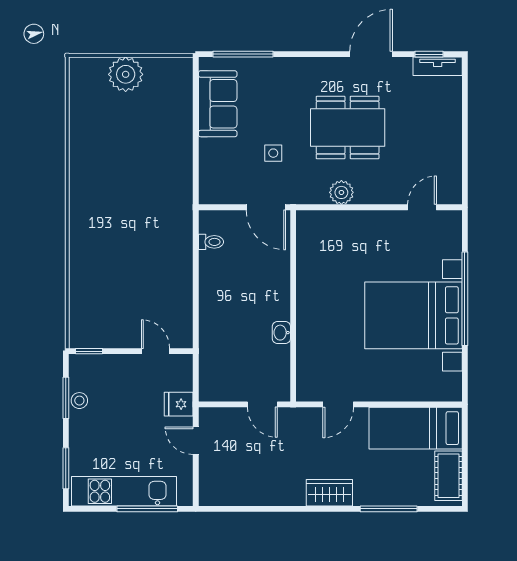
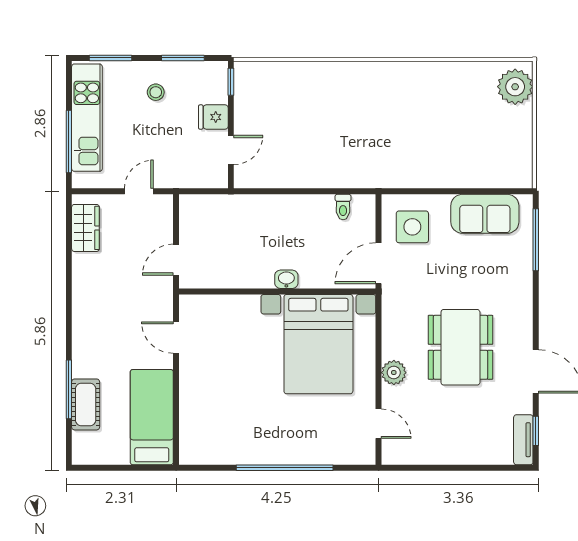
plant: (126, 74) -> (515, 87), moved
side table: (273, 153) -> (412, 227), moved, width x1.87, depth x1.87
plant: (341, 192) -> (394, 373), moved
bed with nightstands: (414, 315) -> (318, 344), moved, turned 180
washbasin: (281, 333) -> (286, 279), moved
stool: (79, 401) -> (156, 92), moved
fridge: (179, 404) -> (213, 117), moved, turned -90
cot: (449, 476) -> (86, 404), moved, turned 90
wardrobe: (329, 493) -> (85, 228), moved

